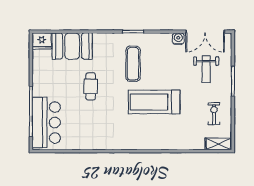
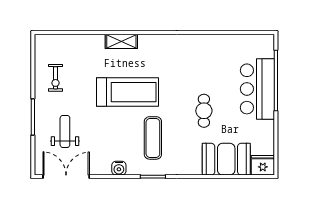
water cooler: (178, 39) -> (119, 168), moved
bar counter: (46, 123) -> (257, 89), moved
shelving: (218, 144) -> (121, 41), moved

